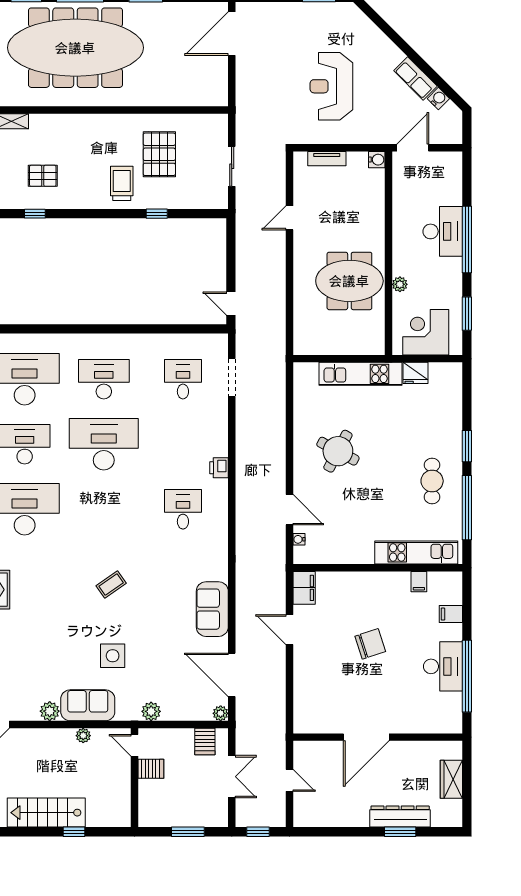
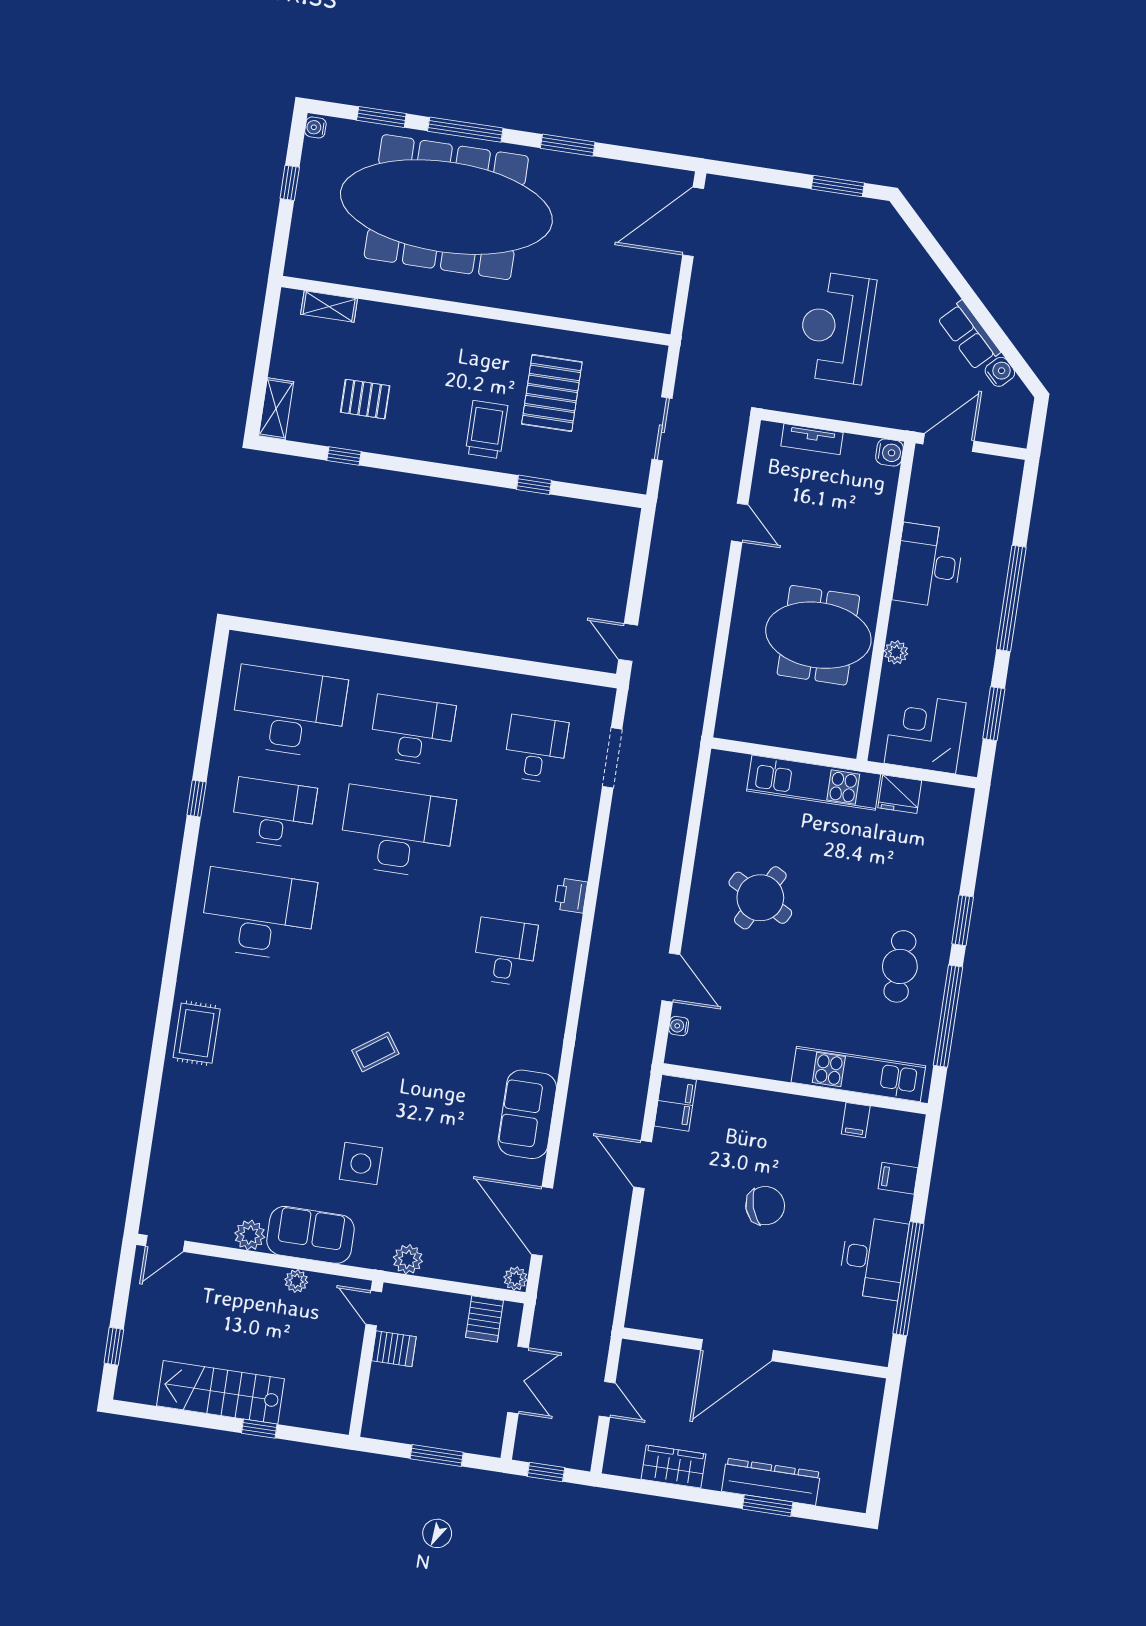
door: (289, 218) -> (740, 523), swing flipped
desk: (443, 231) -> (928, 566), moved, turned 180
wardrobe: (451, 779) -> (674, 1467), moved, turned 90

